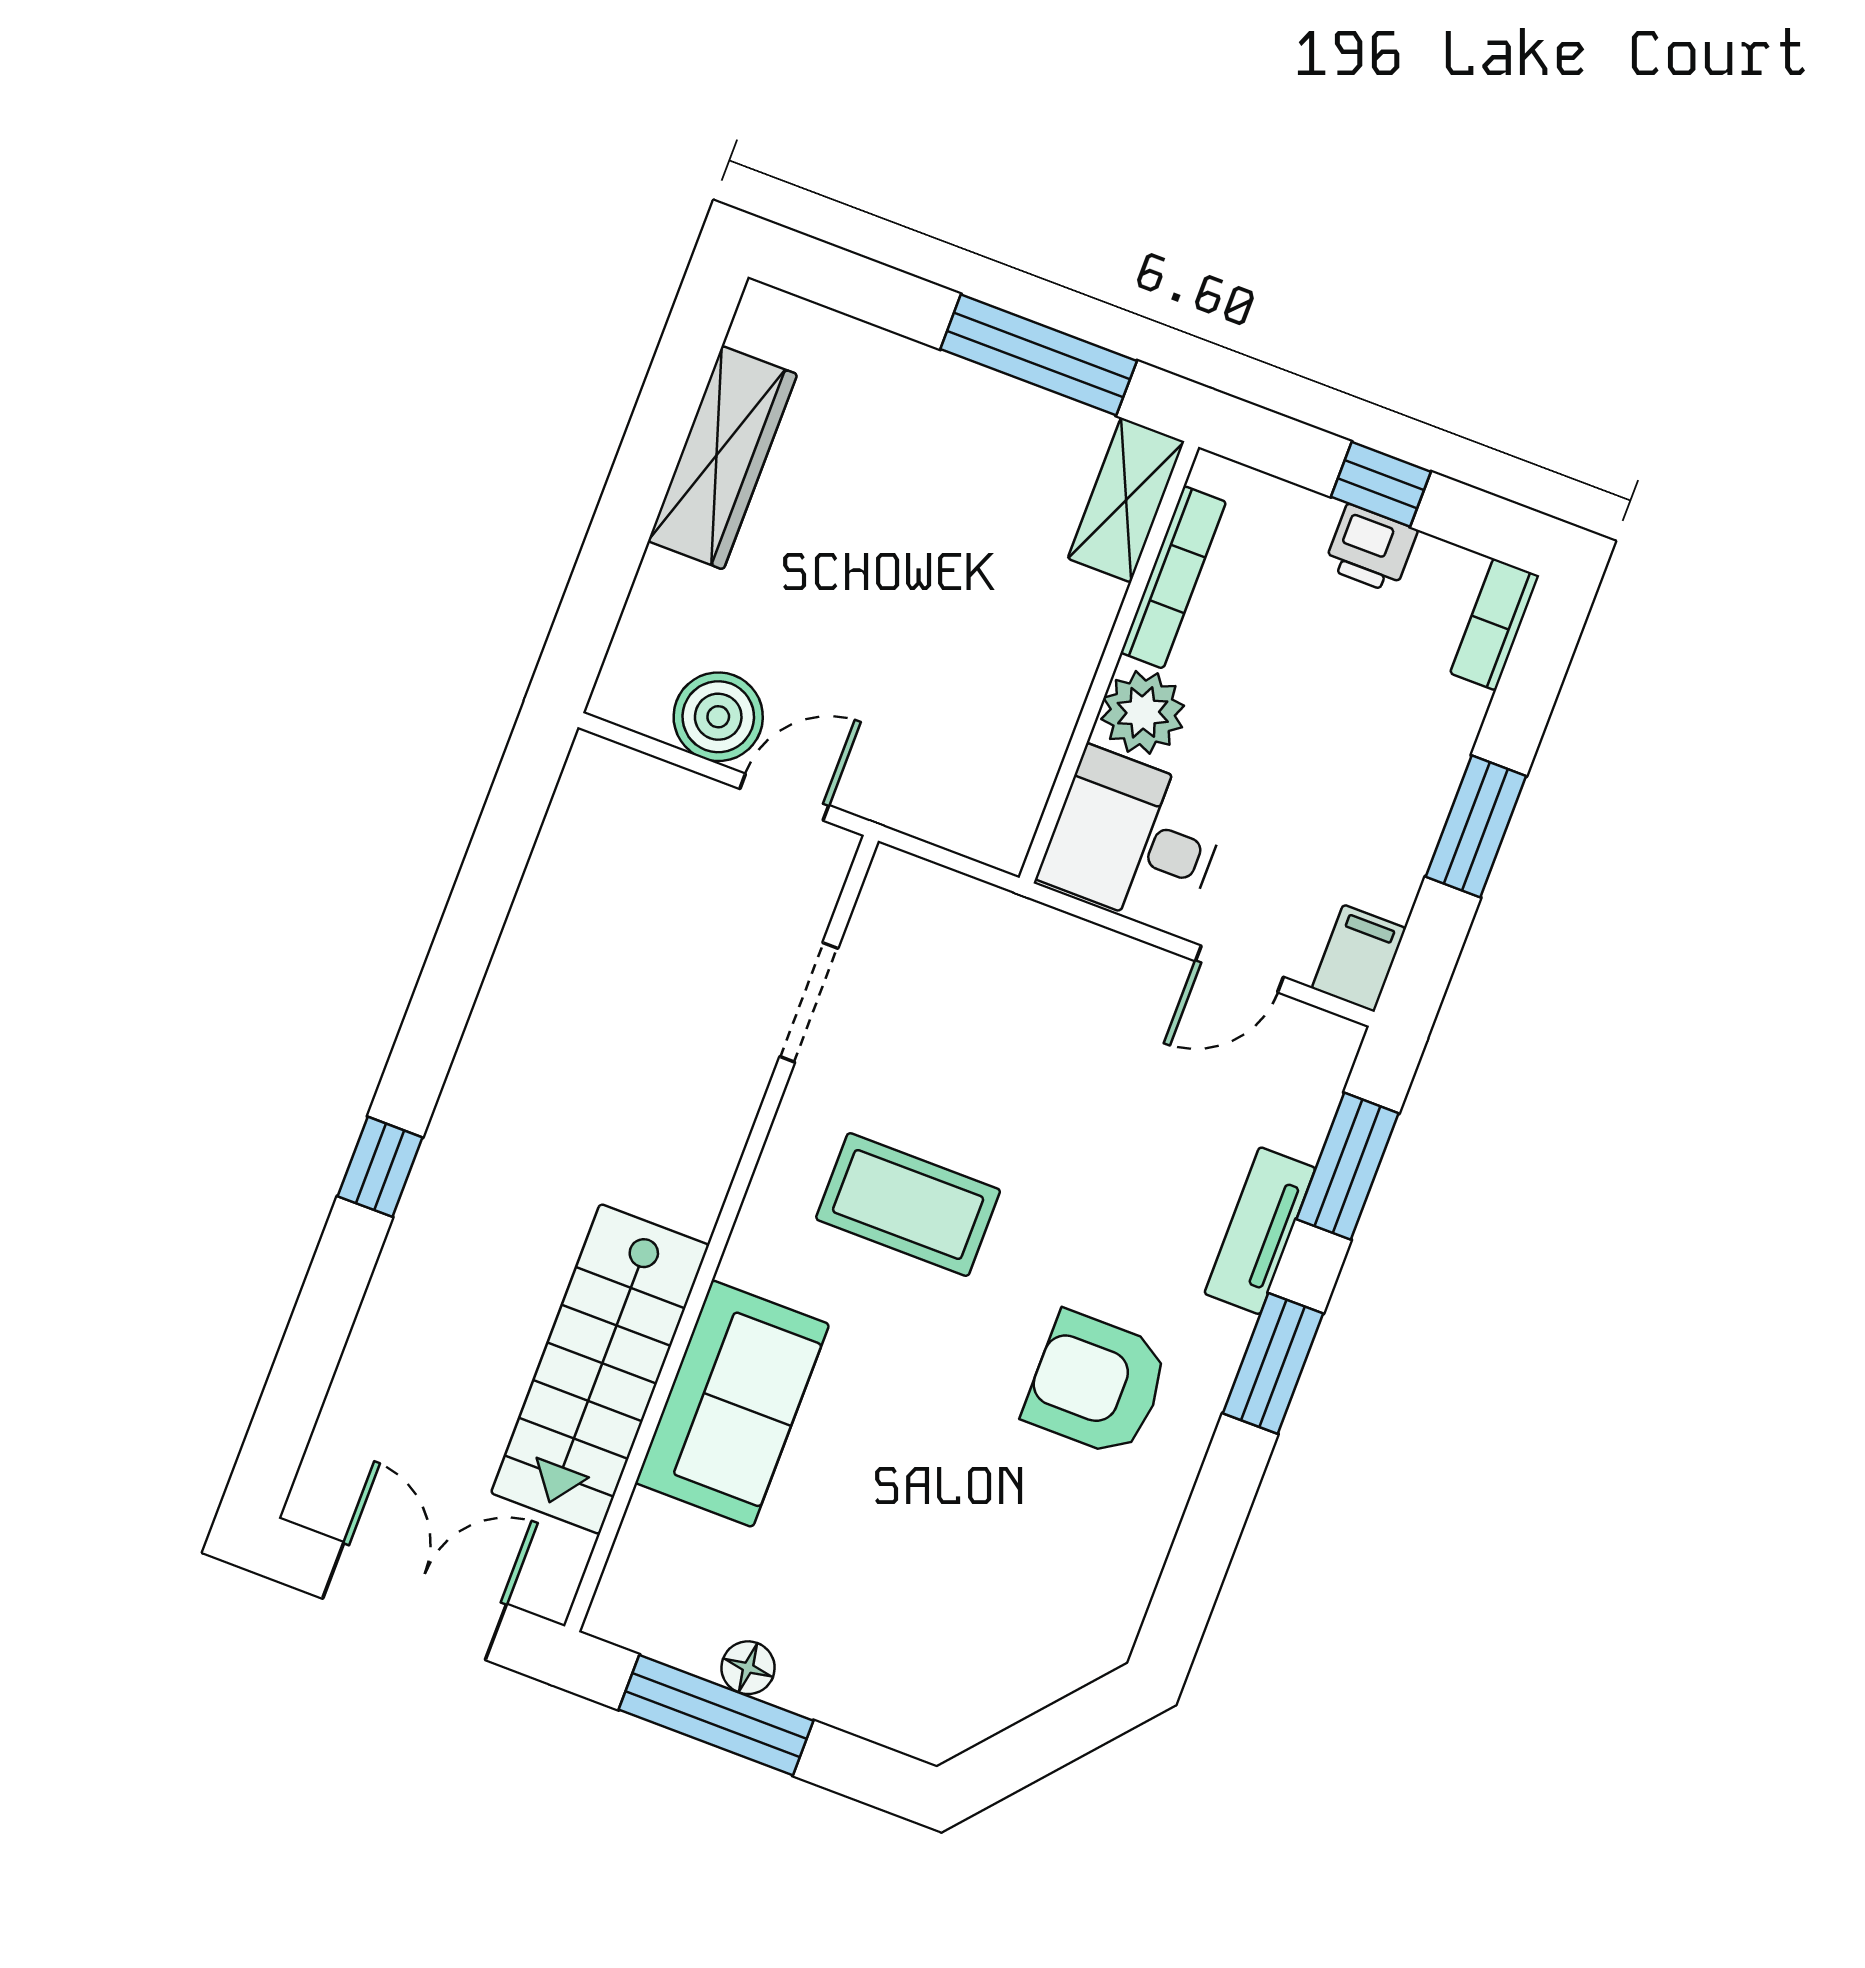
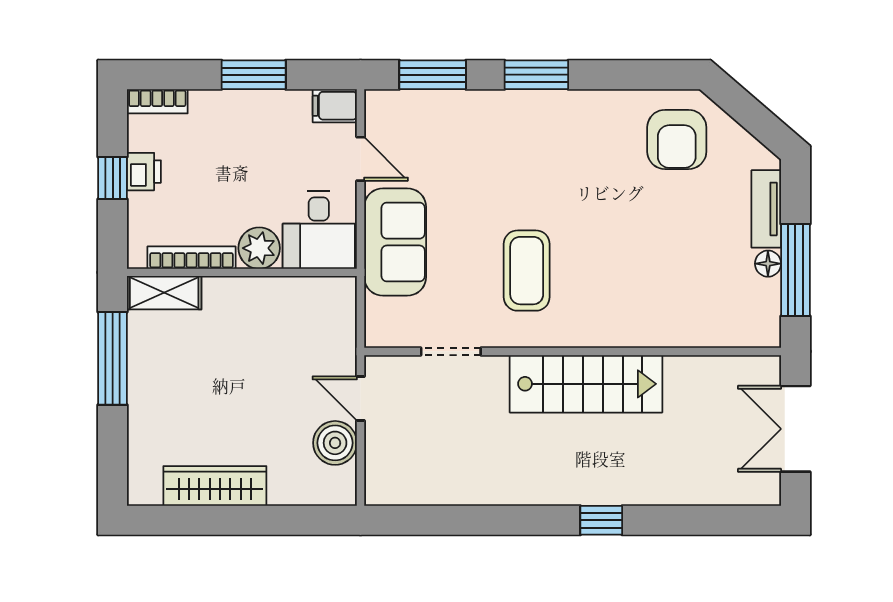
tv unit: (1260, 1231) -> (766, 209), moved, turned 90
stairs: (600, 1369) -> (586, 384), moved
armchair: (1097, 1384) -> (677, 139), moved
sofa: (732, 1404) -> (395, 242), moved, turned 90

